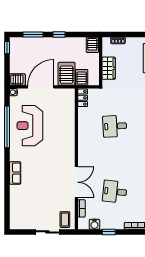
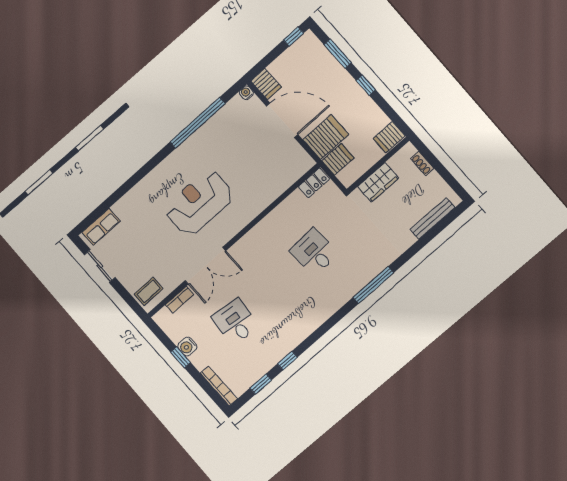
reception desk: (30, 126) -> (199, 203), moved
row of seats: (15, 173) -> (101, 227), moved
water cooler: (94, 224) -> (187, 347), moved
sliding door: (47, 232) -> (100, 266), moved

